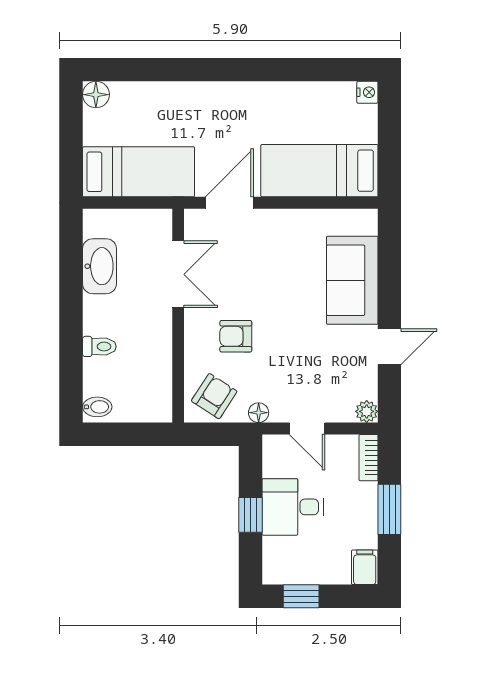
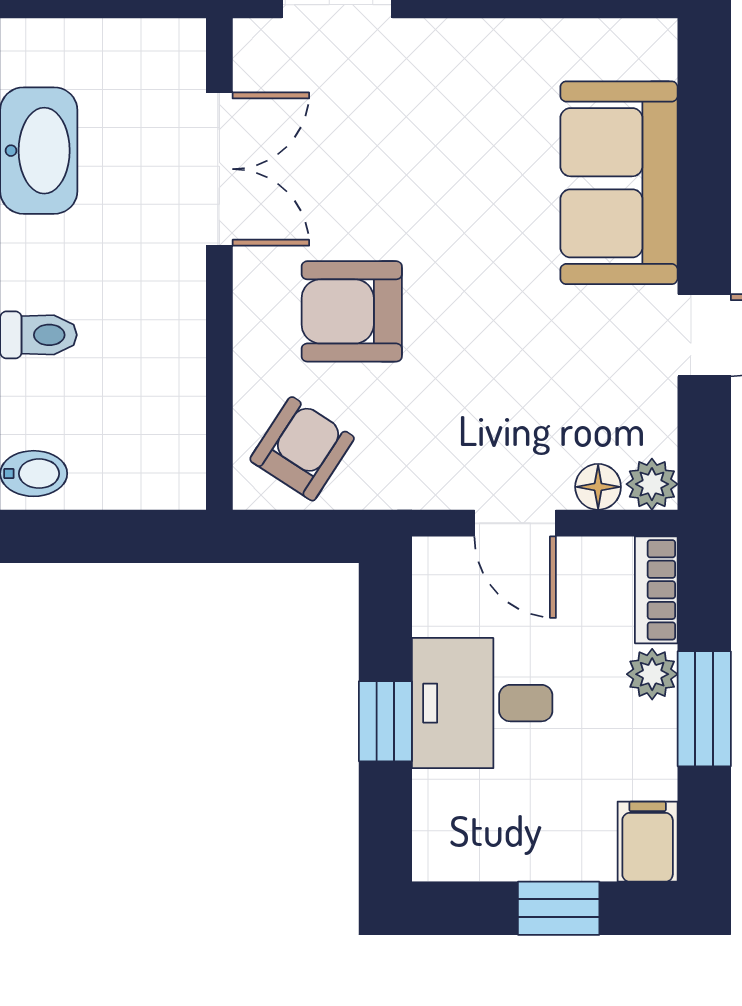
armchair: (236, 336) -> (352, 311), width x1.38, depth x1.38
floor lamp: (259, 413) -> (598, 487), moved
plant: (367, 494) -> (652, 674), added
window: (301, 596) -> (559, 908), moved

